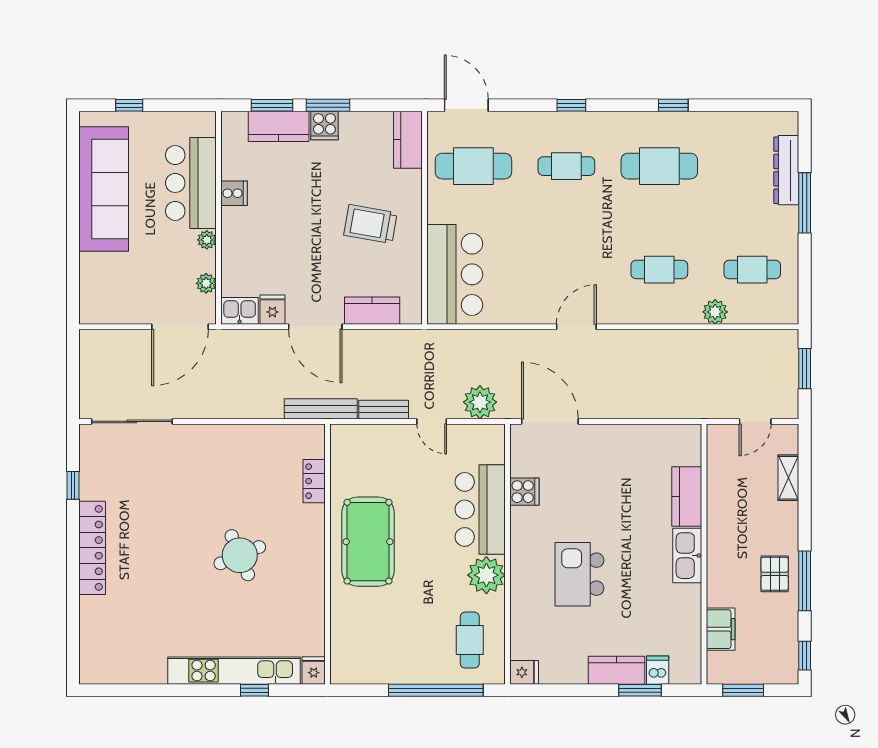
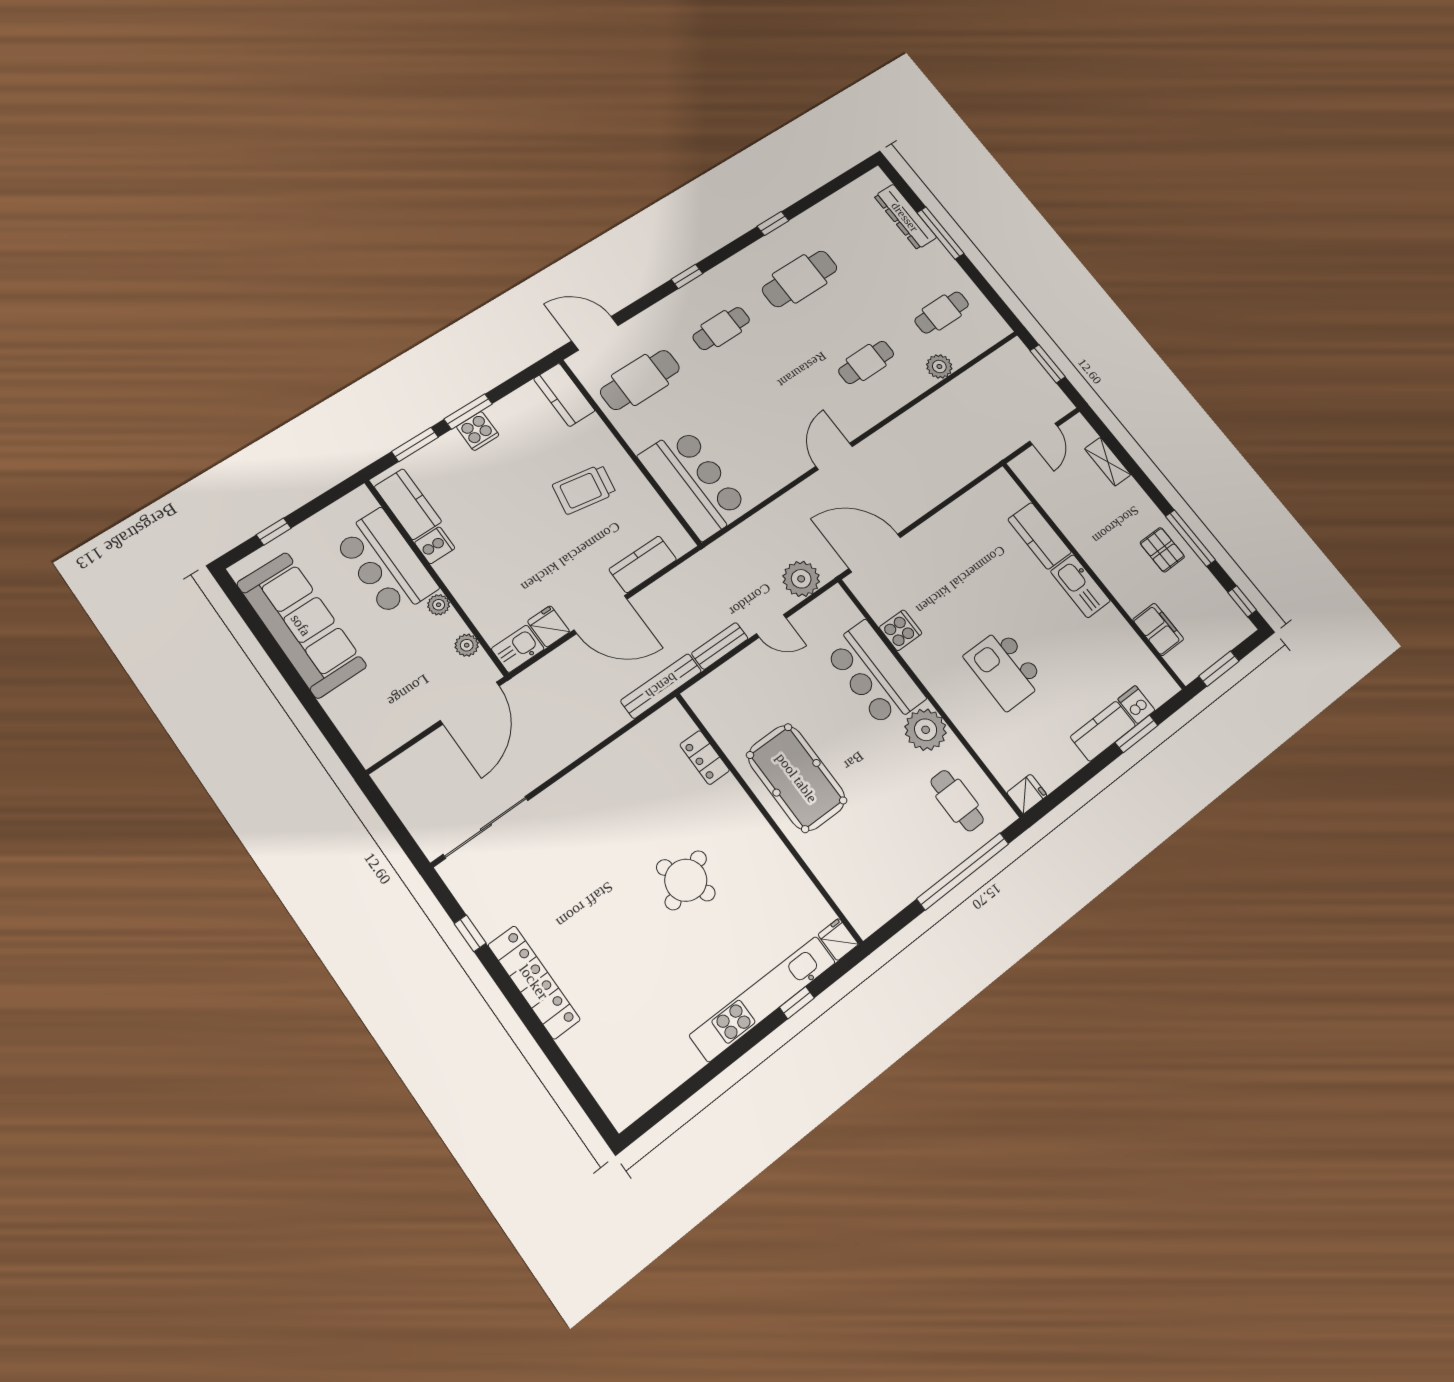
kitchen counter: (279, 126) -> (408, 504), moved, turned -90

